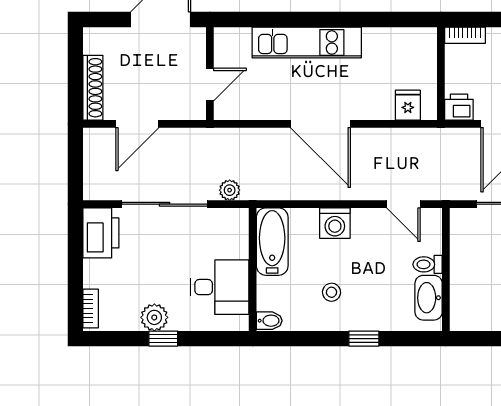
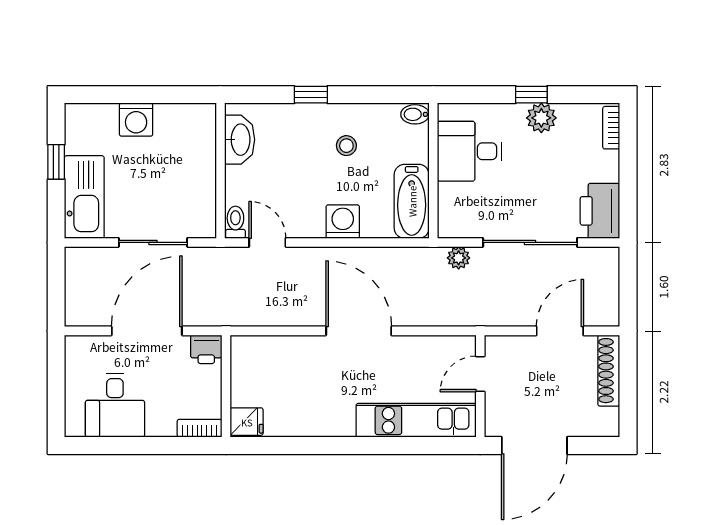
kitchen unit: (307, 42) -> (416, 420), moved
fridge: (408, 105) -> (247, 422), moved, turned -90
toilet: (428, 264) -> (235, 222), moved, turned -90

